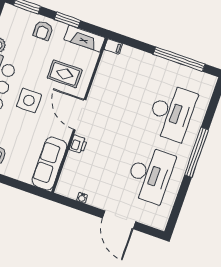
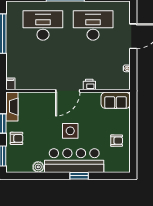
rug: (65, 74) -> (42, 112), removed
sofa: (49, 164) -> (116, 100), width x0.73

